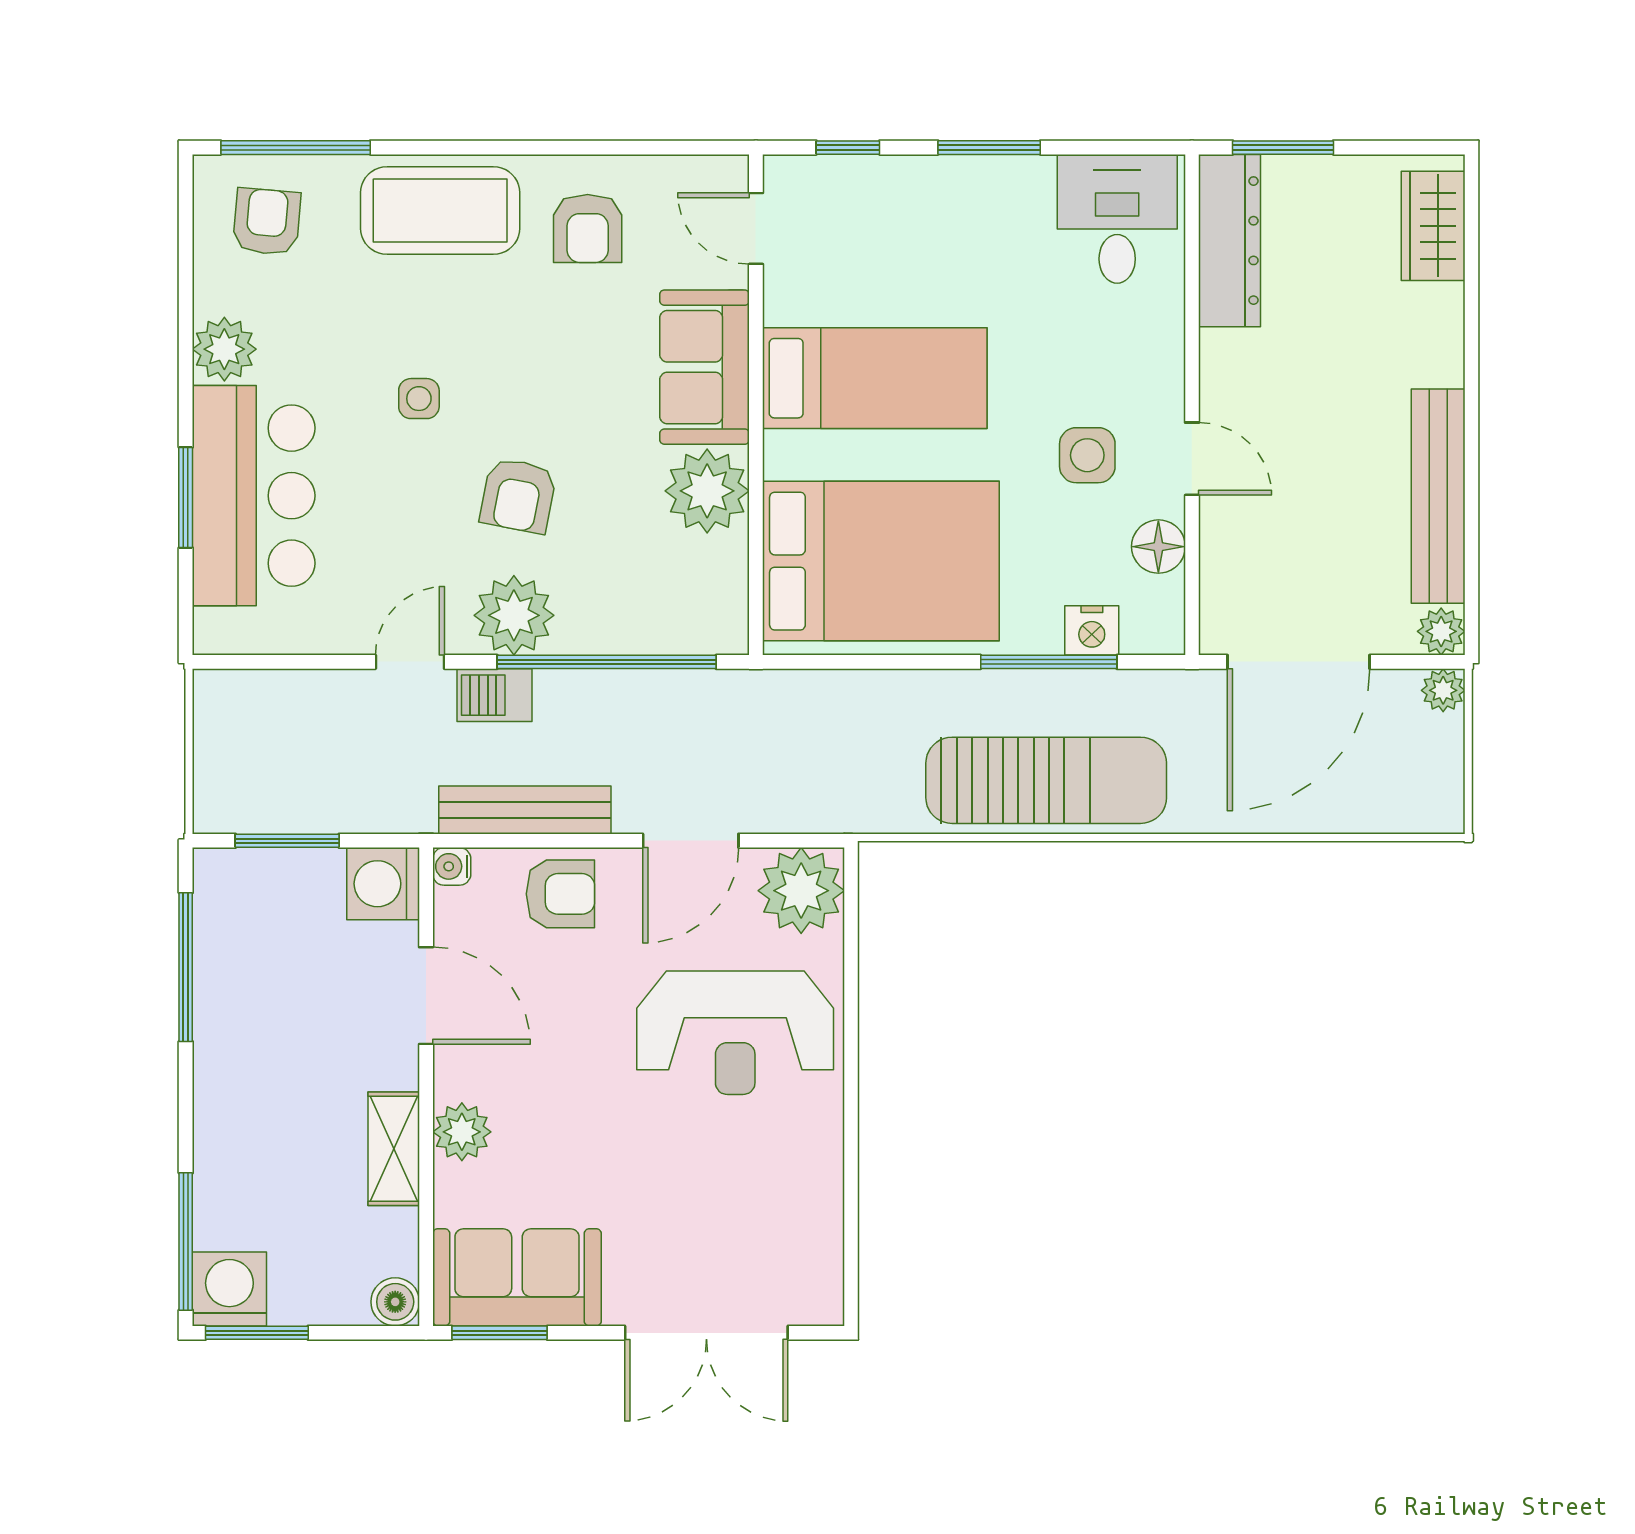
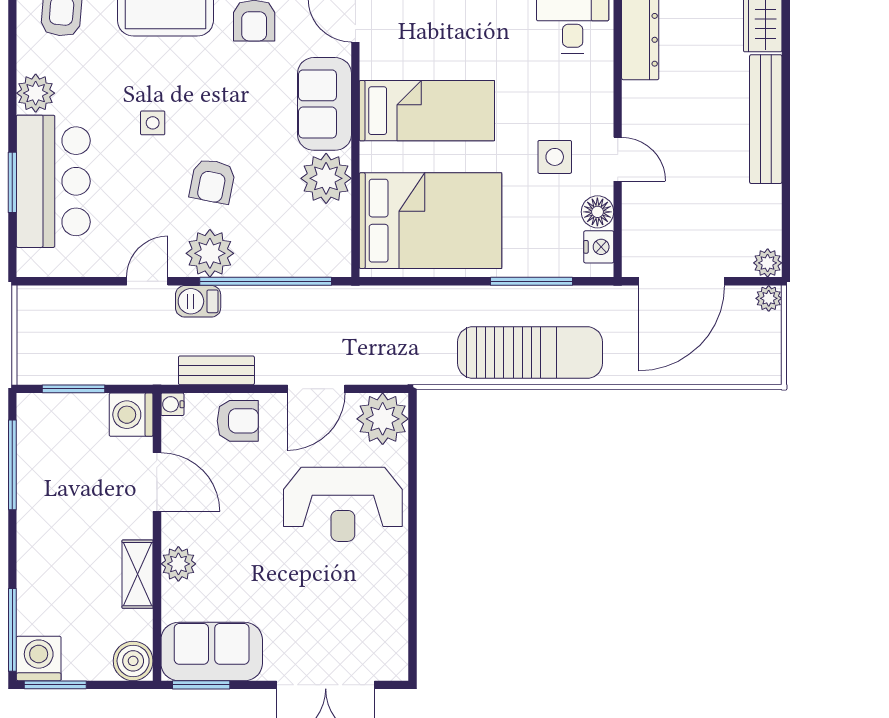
bench: (1438, 496) -> (766, 119), moved
nightstand: (1092, 630) -> (599, 247), moved, turned -90
bench: (525, 810) -> (216, 370), width x0.73
boiler: (395, 1302) -> (133, 661), width x1.36, depth x1.36

